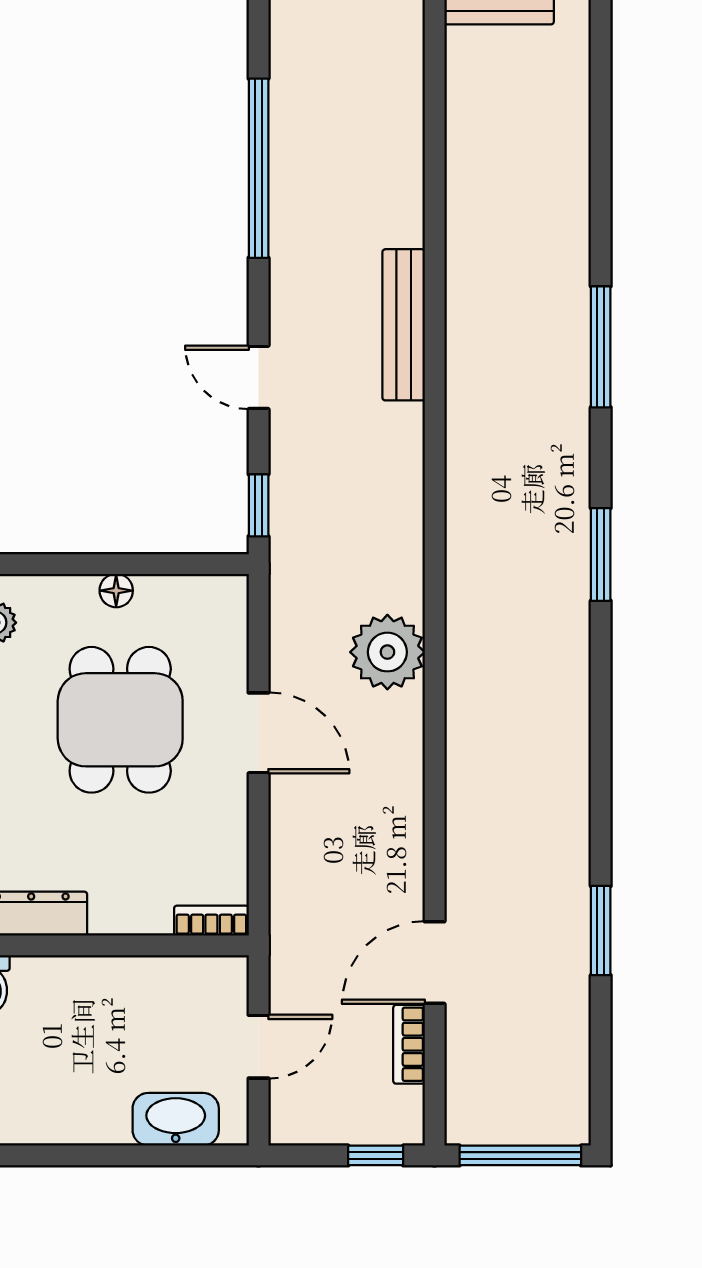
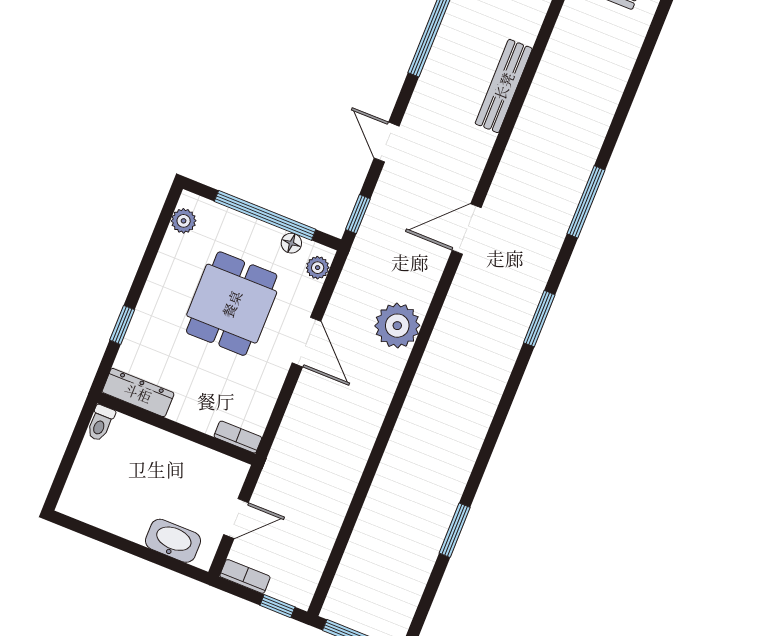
bench: (404, 325) -> (504, 86), moved
window: (117, 564) -> (265, 215), added
floor lamp: (116, 591) -> (291, 243), moved
plant: (230, 612) -> (318, 268), added
door: (435, 963) -> (467, 229), moved
bookcase: (409, 1044) -> (245, 576), moved, turned 90

